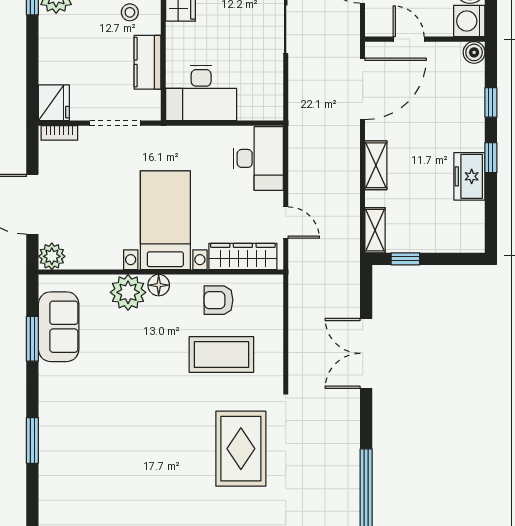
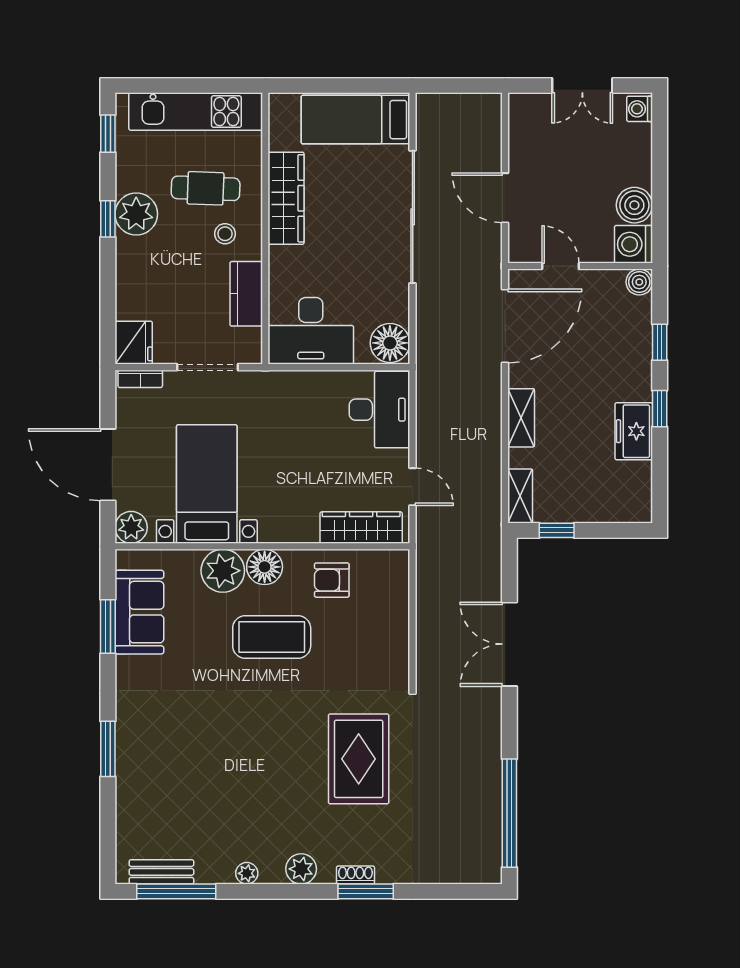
floor lamp: (267, 103) -> (390, 343), added
bed with nightstands: (165, 220) -> (207, 484), moved
floor lamp: (159, 285) -> (265, 567), width x1.38, depth x1.38
coffee table: (221, 355) -> (272, 637), moved

